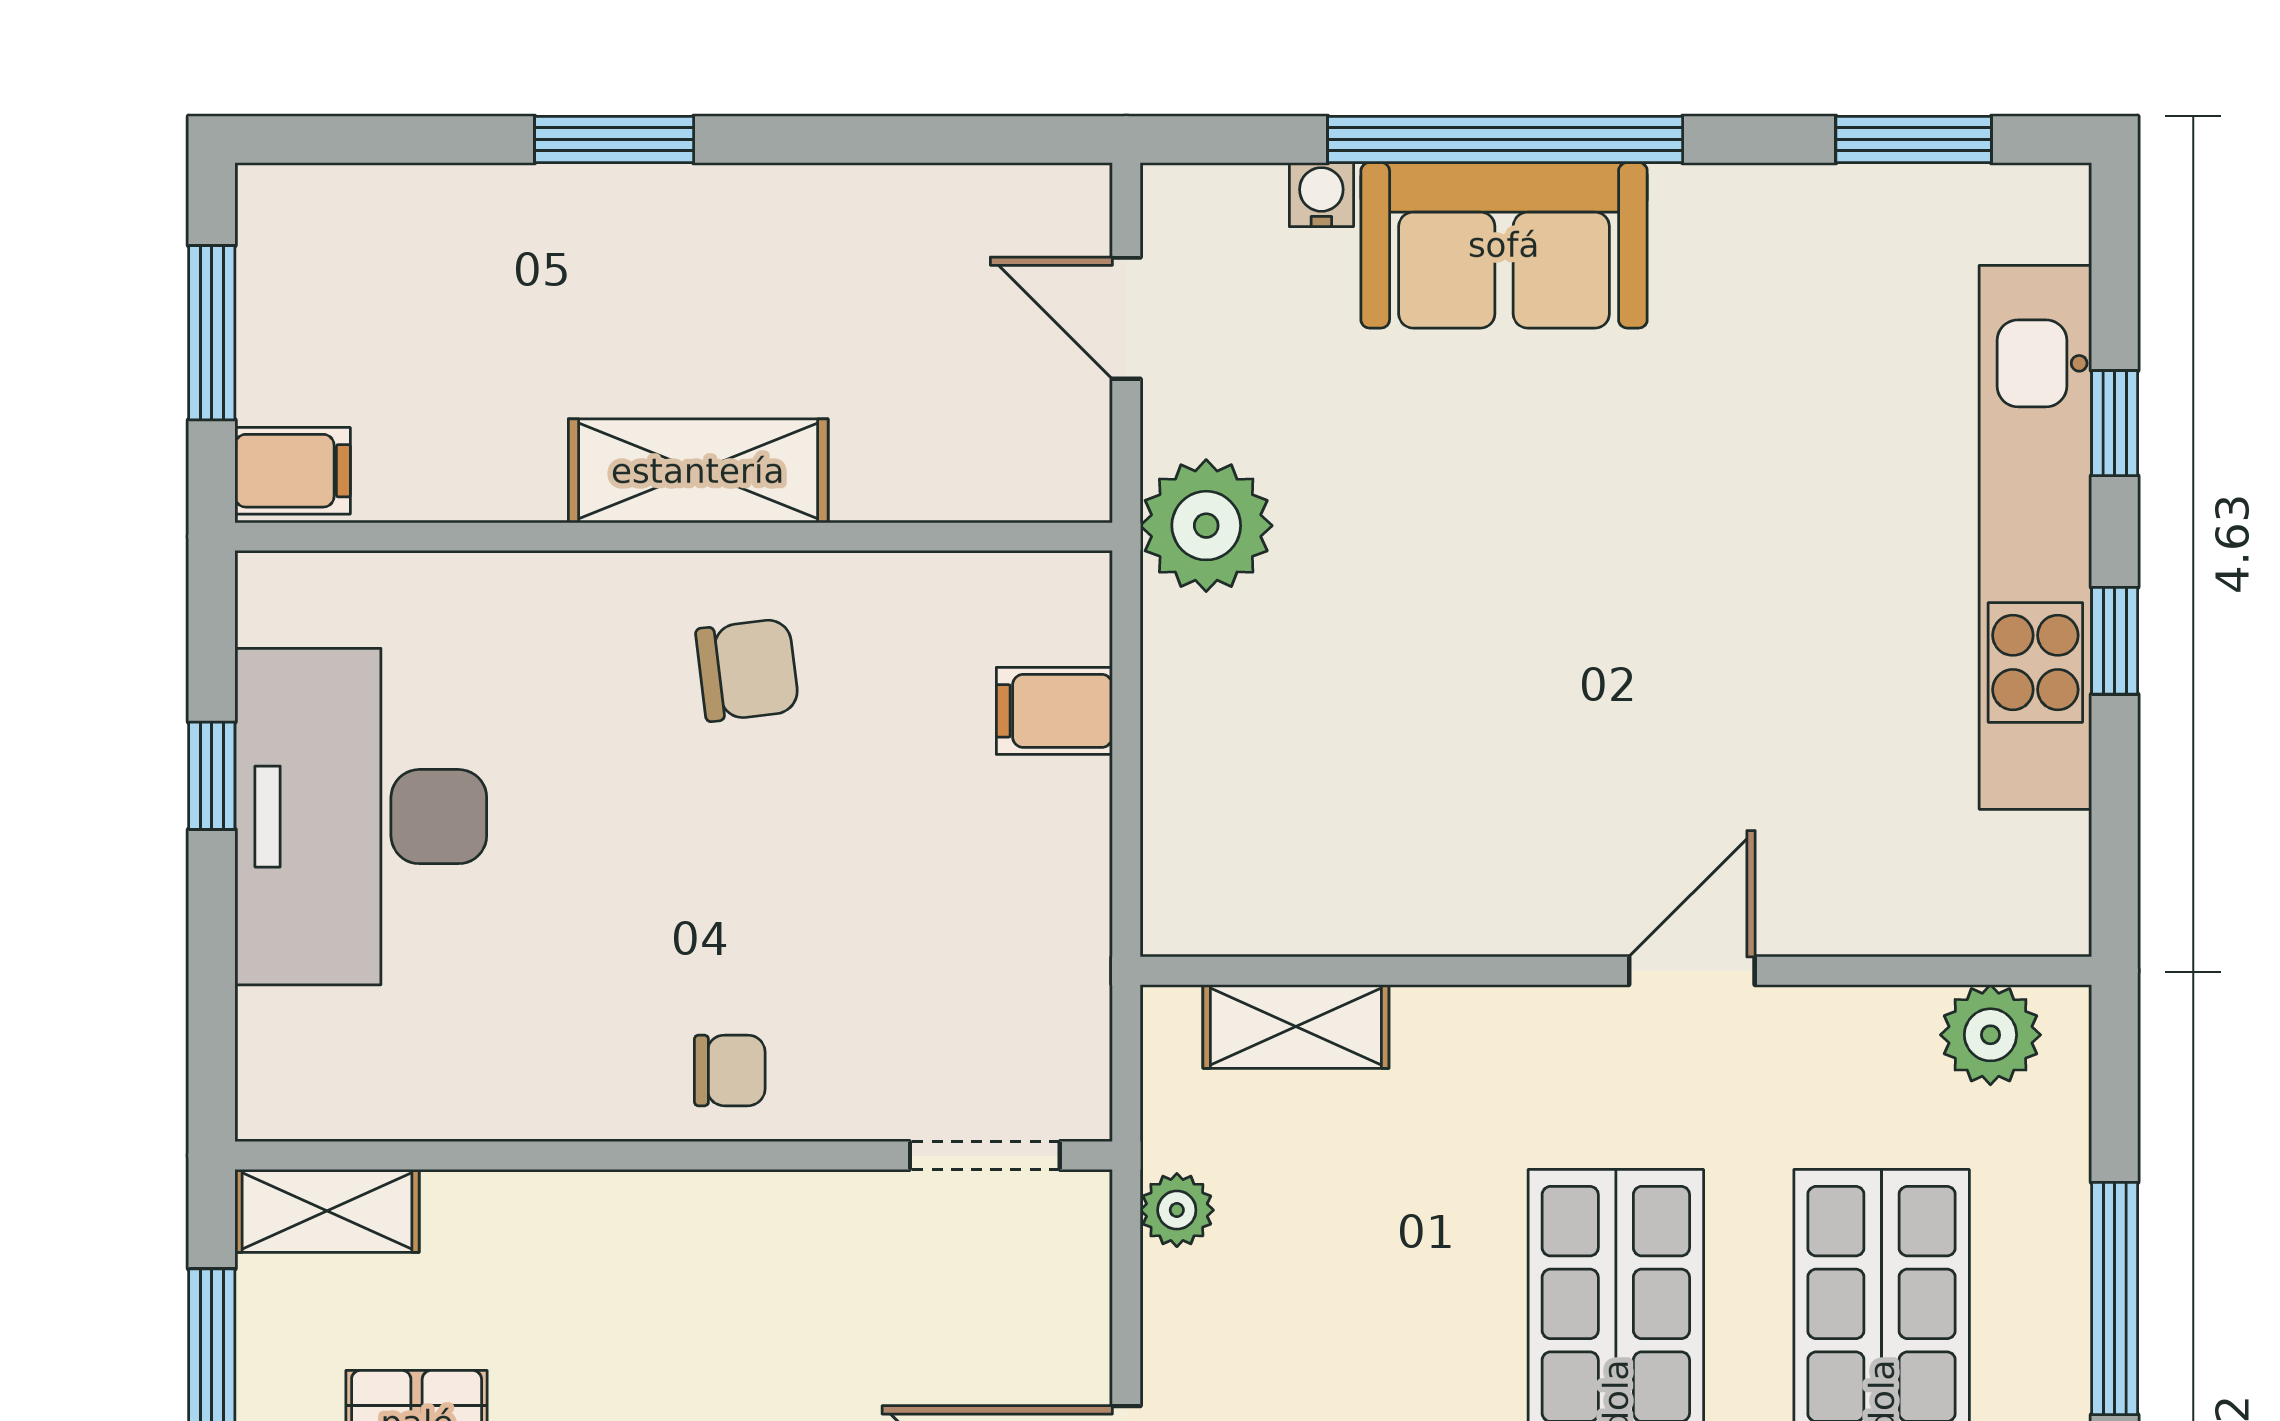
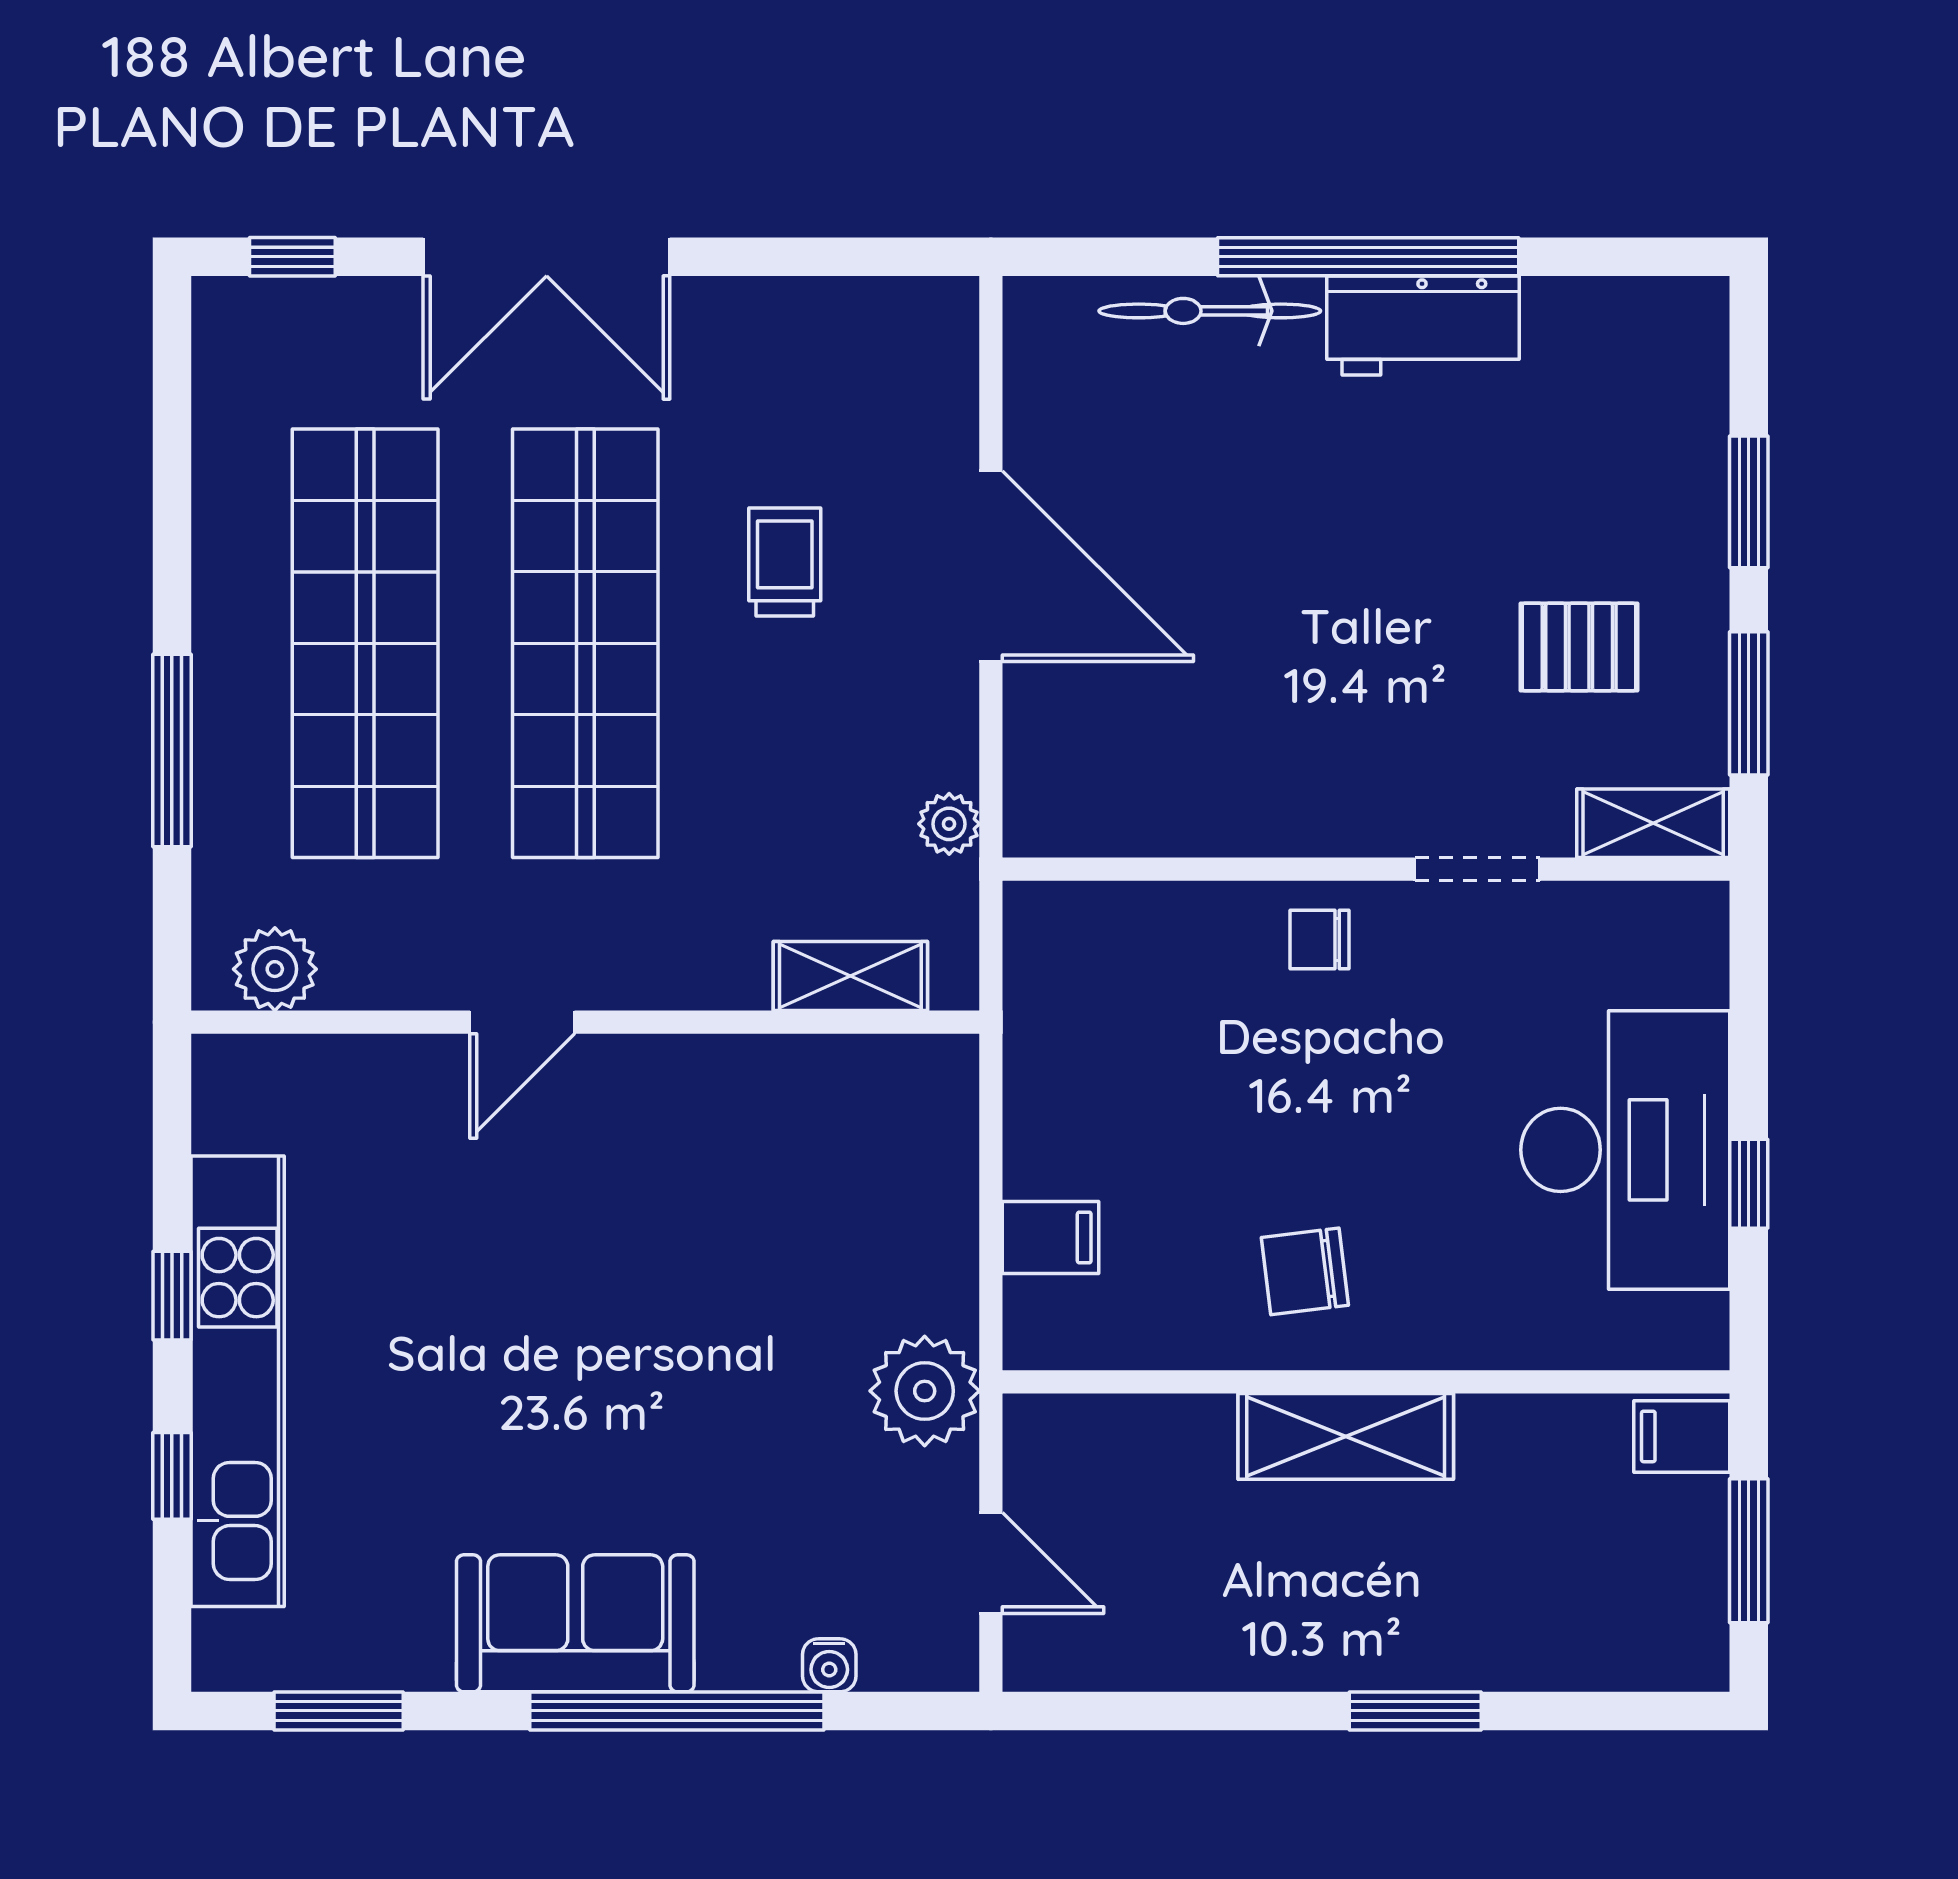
sofa: (1504, 245) -> (575, 1623), moved
doorway: (985, 1156) -> (1477, 869), moved

